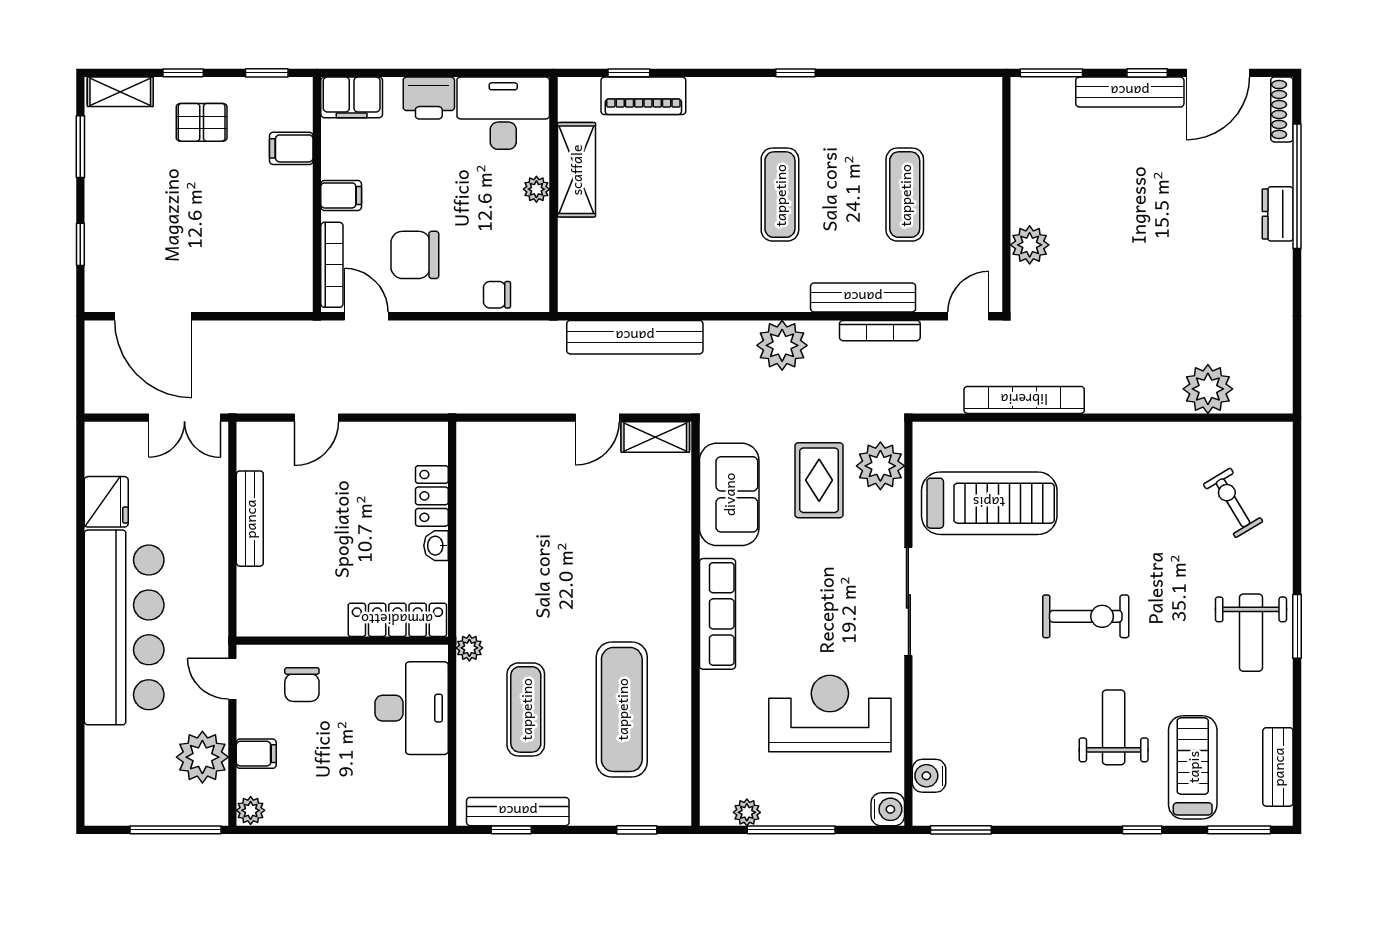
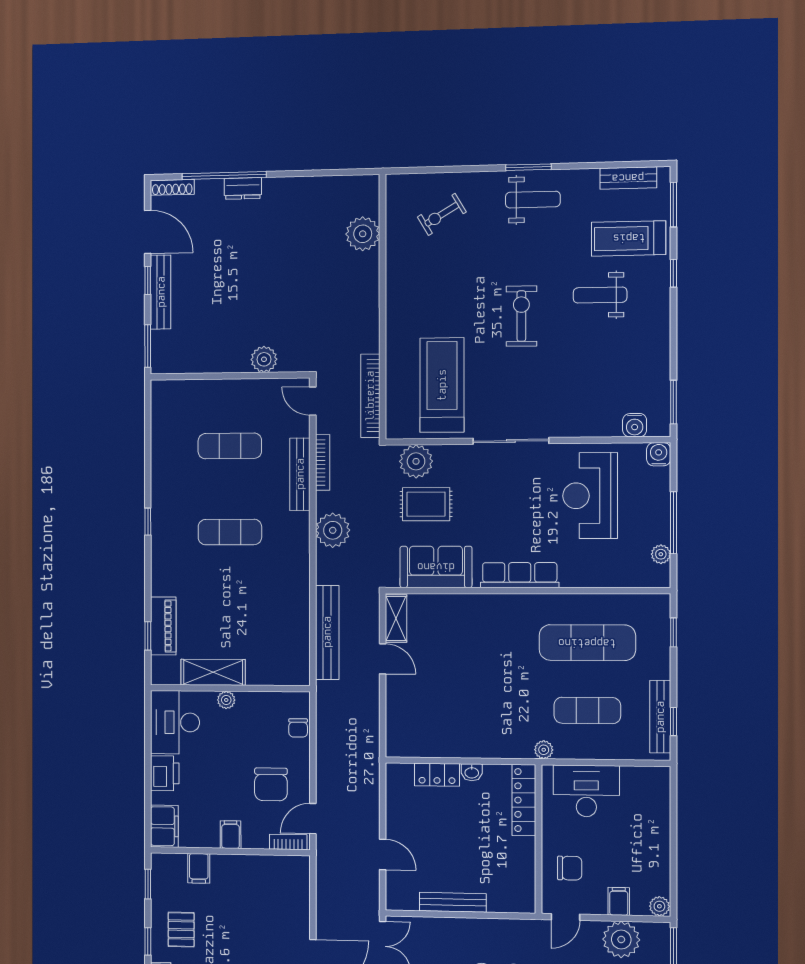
bookcase: (332, 265) -> (288, 842), width x0.64
bookcase: (1024, 400) -> (370, 396), moved

